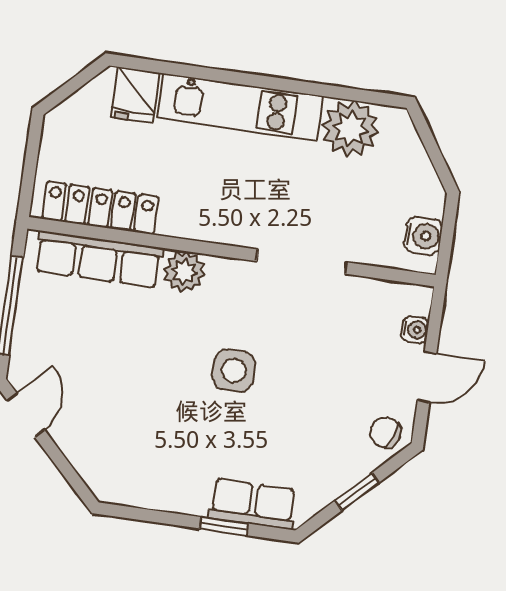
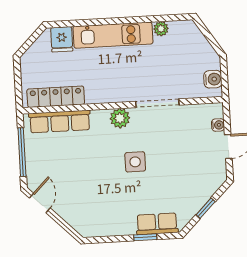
plant: (350, 129) -> (161, 29), width x0.53, depth x0.53
plant: (184, 272) -> (120, 118), moved
chair: (386, 433) -> (214, 177), removed

